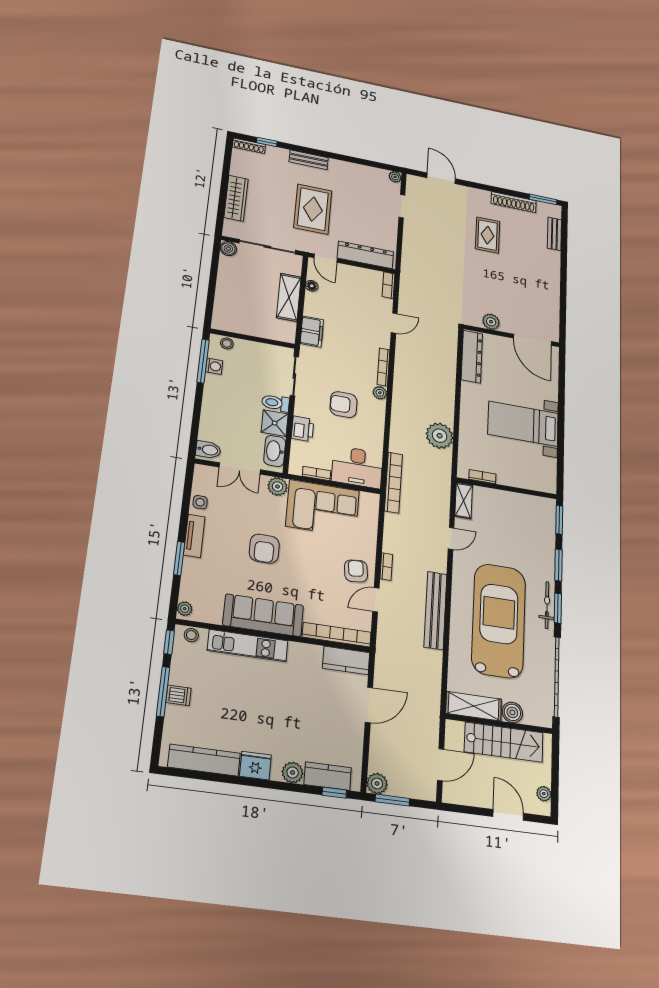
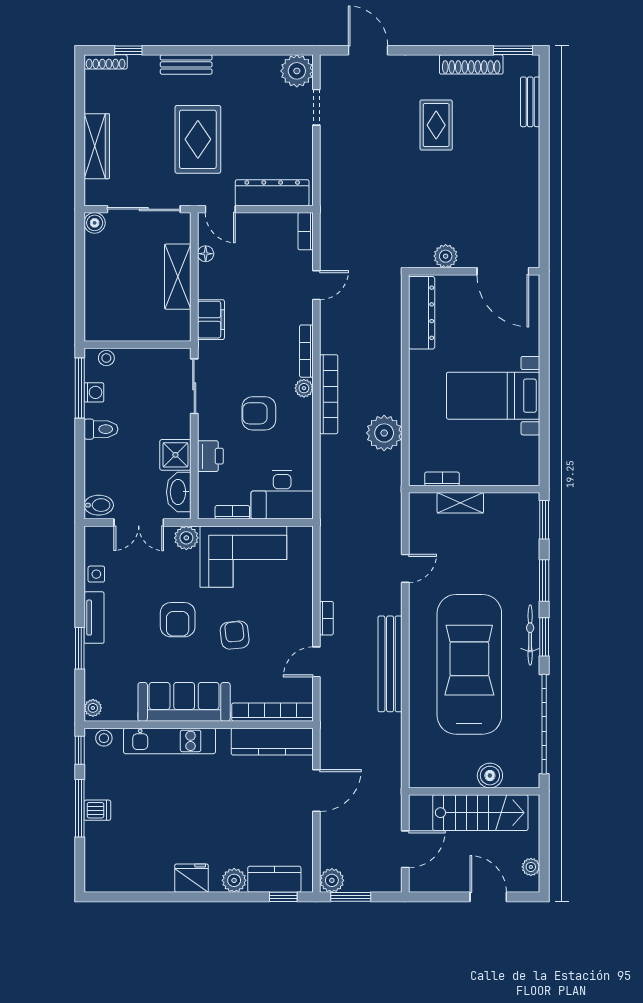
plant: (395, 177) -> (297, 71), width x1.88, depth x1.88
toilet: (276, 403) -> (101, 429), moved, turned 180
bookcase: (393, 483) -> (329, 394), moved
shelving: (464, 501) -> (460, 503), moved, turned 90
armchair: (356, 571) -> (235, 635), moved
kitchen counter: (346, 660) -> (272, 742), width x1.50
shelving: (474, 706) -> (442, 775), removed
kitchen counter: (204, 760) -> (134, 879), removed

